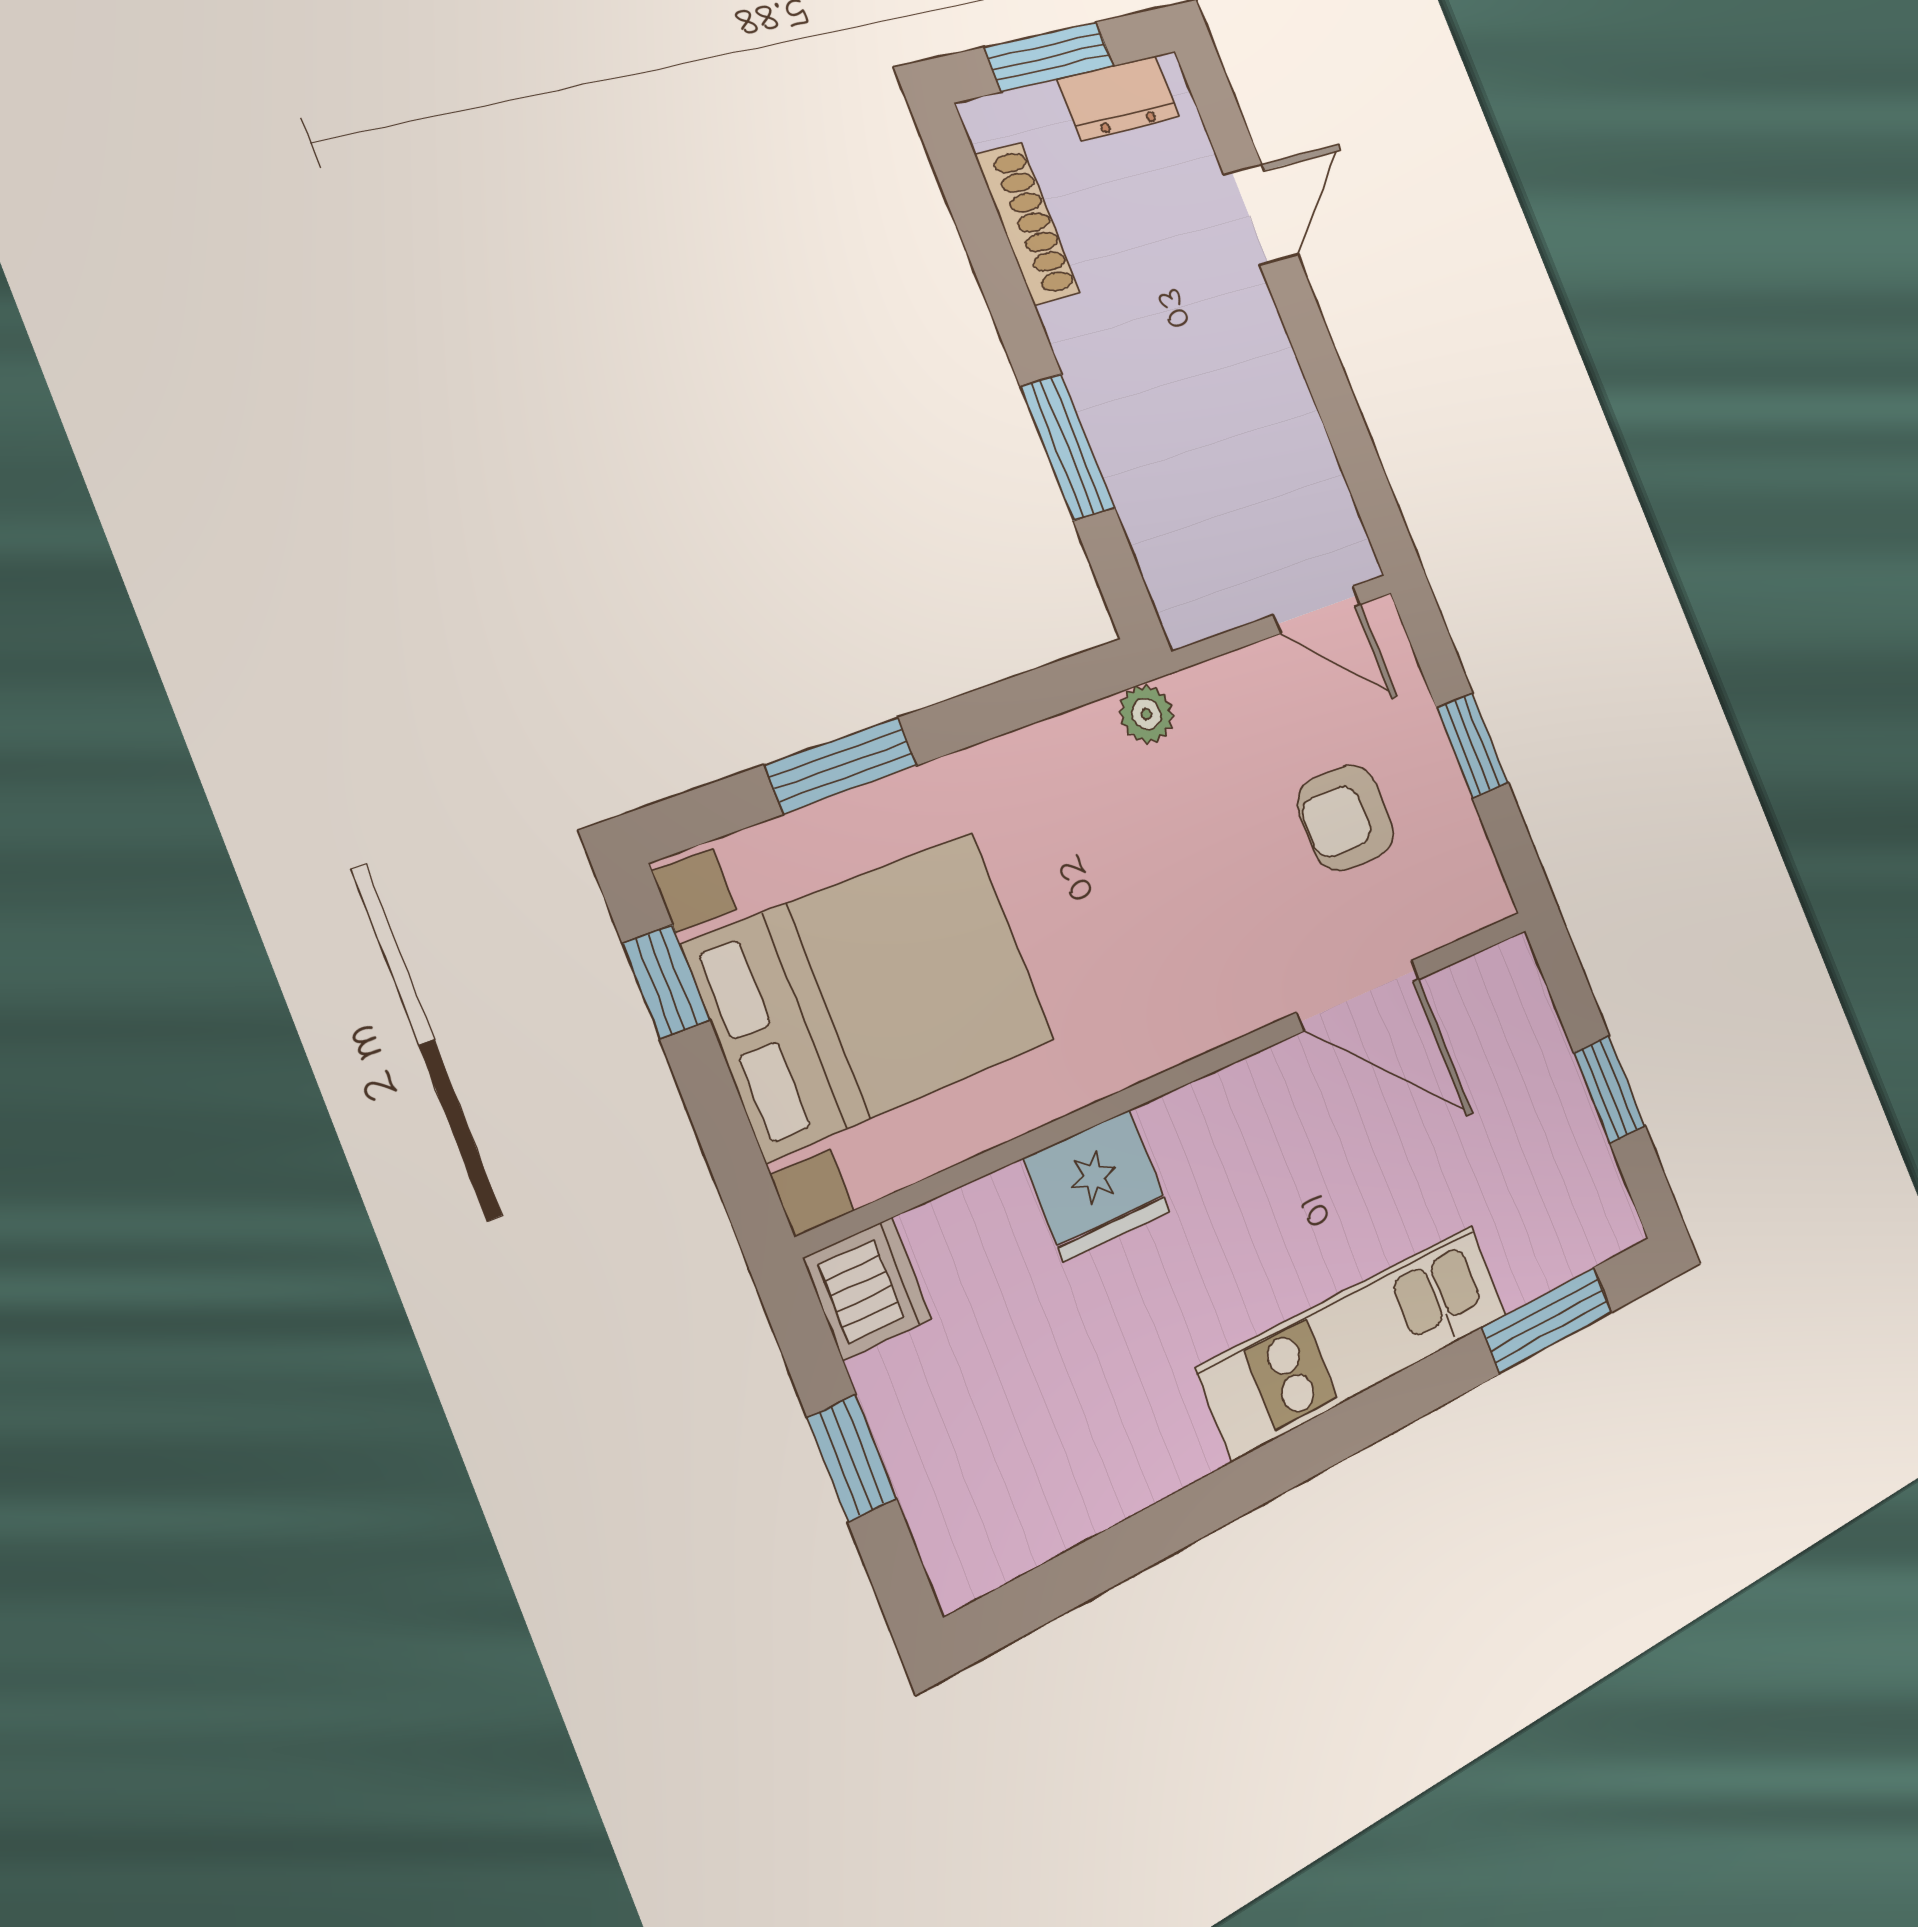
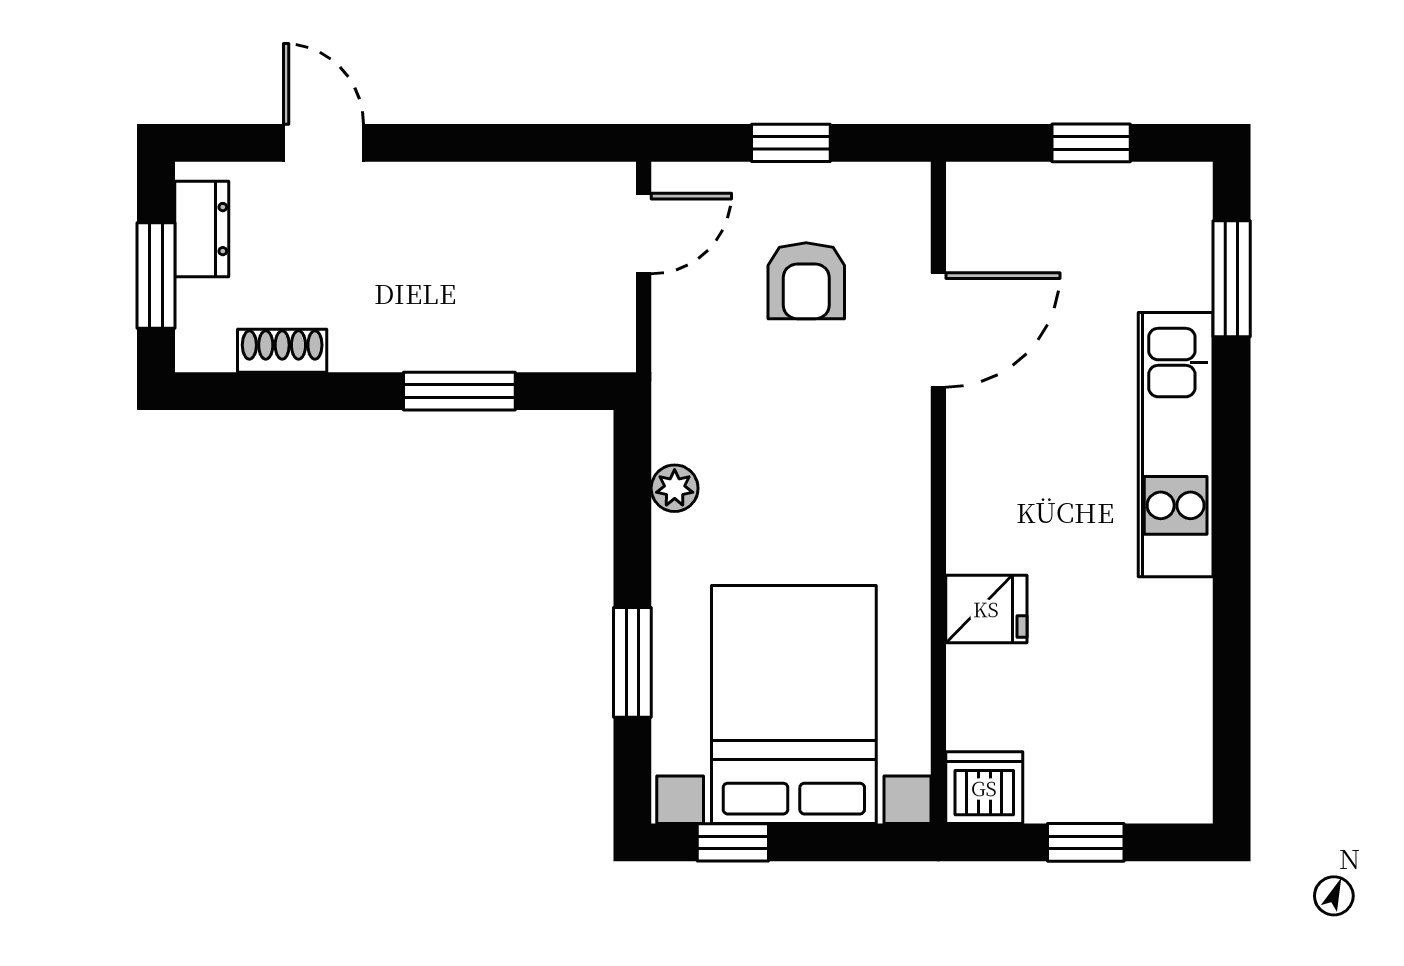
shoe rack: (1028, 224) -> (282, 351), width x0.70
plant: (1146, 714) -> (675, 488), moved
fridge: (1097, 1185) -> (986, 609), width x0.72

